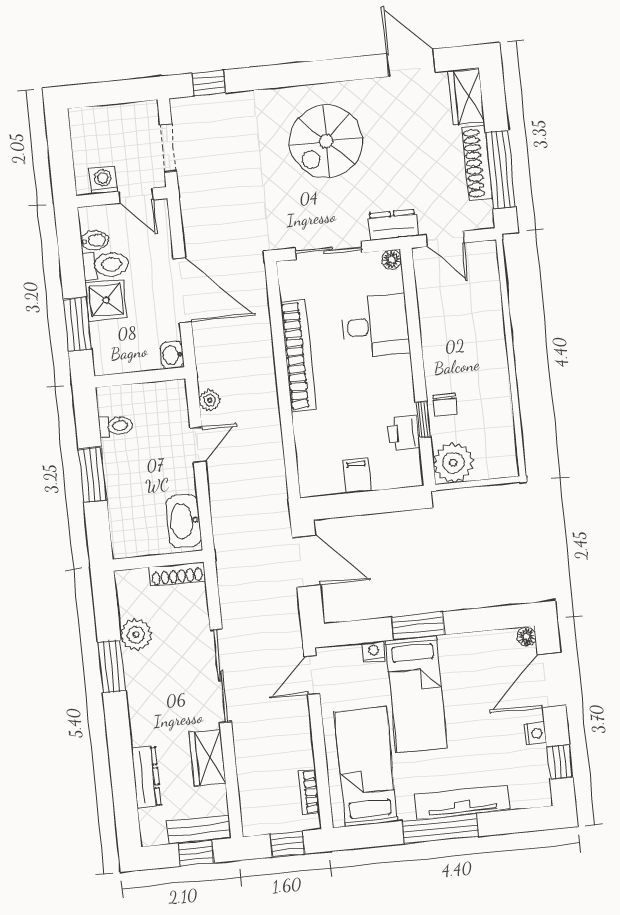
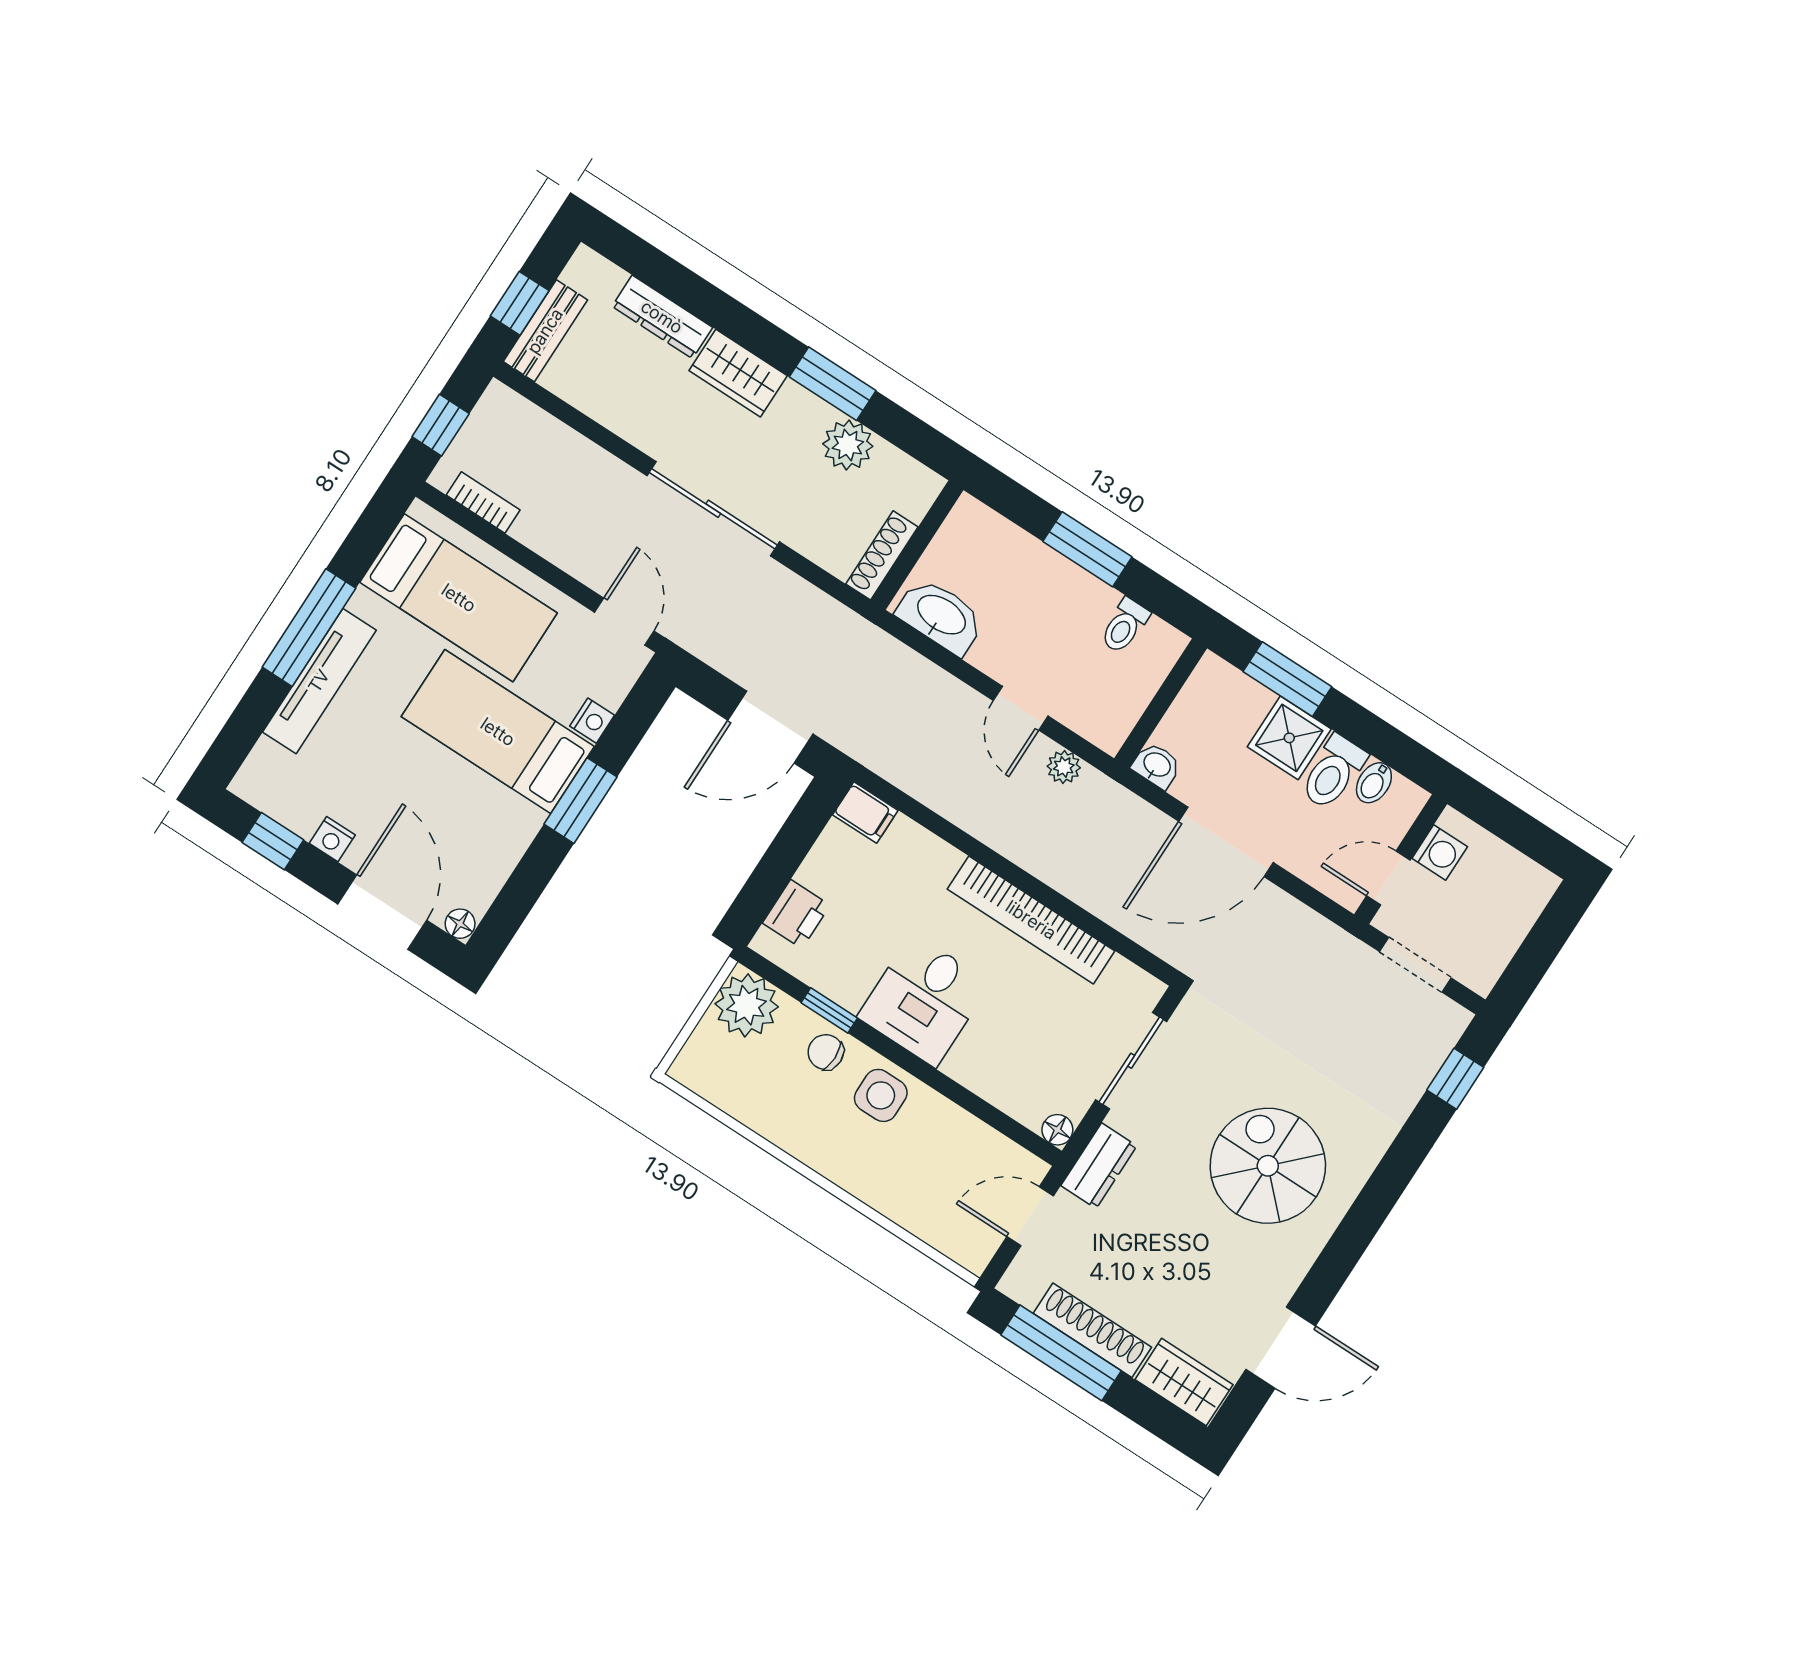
desk: (375, 326) -> (924, 1000), moved
side table: (445, 361) -> (881, 1095), added
printer: (404, 433) -> (796, 914), moved, turned 90
filing cabinet: (357, 476) -> (865, 813), moved
wardrobe: (208, 758) -> (738, 373), moved, turned 180

